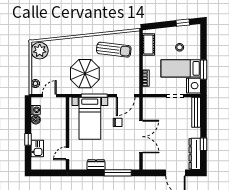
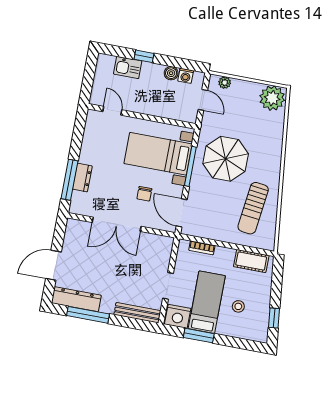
window: (203, 144) -> (88, 315), width x2.17
dresser: (96, 165) -> (82, 178), moved

